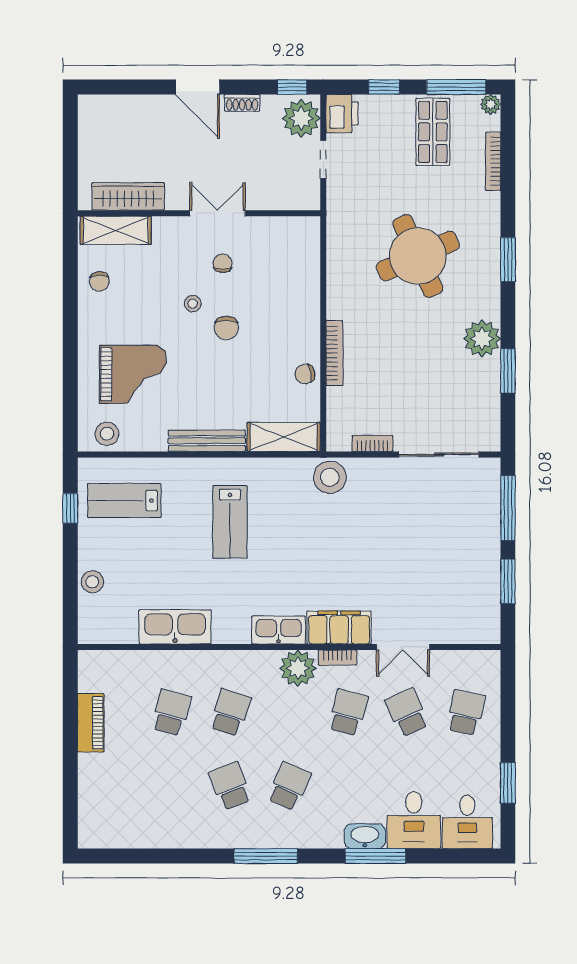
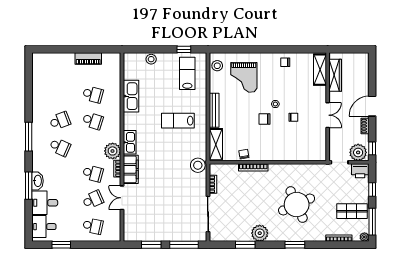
wardrobe: (128, 196) -> (335, 75), moved
wall: (199, 213) -> (328, 107), moved
double door: (217, 213) -> (328, 115), moved
shelving: (116, 230) -> (320, 70), moved

